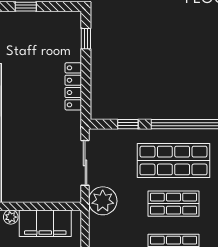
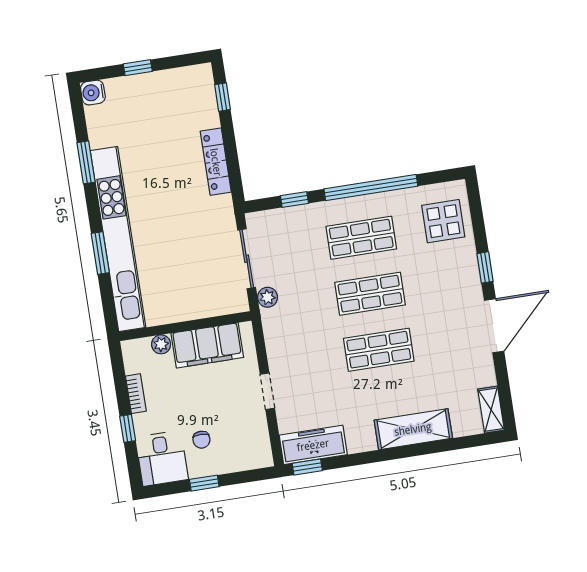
shop shelf: (173, 161) -> (361, 238), width x0.70, depth x0.74
plant: (103, 201) -> (268, 297), width x0.53, depth x0.53

